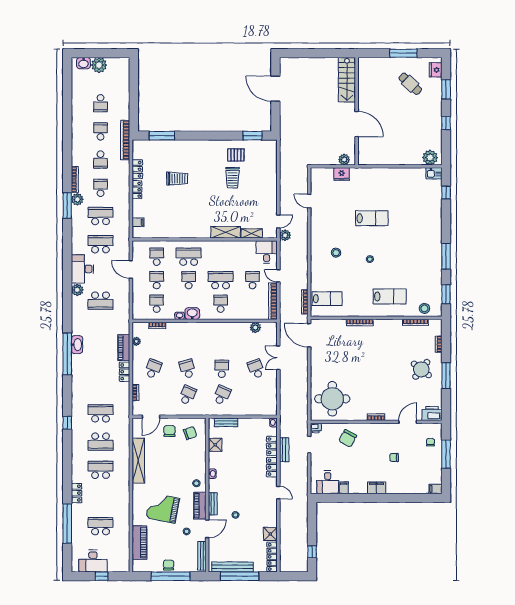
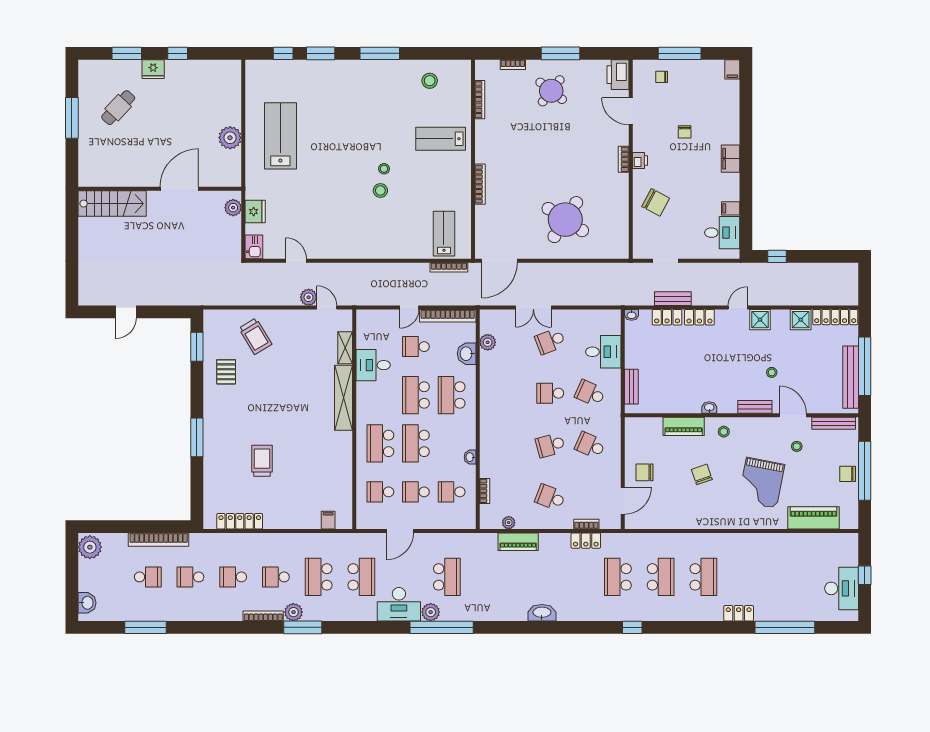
plant: (99, 65) -> (90, 547), moved
fridge: (436, 70) -> (153, 69), moved
door: (275, 89) -> (126, 312), width x0.53
window: (67, 102) -> (146, 627), added
window: (162, 136) -> (197, 437), moved
bookcase: (125, 140) -> (159, 540), moved
plant: (430, 158) -> (230, 138), moved
school desk: (101, 160) -> (233, 577), turned 180
locker: (137, 169) -> (240, 521), width x1.53
kitchen sink: (434, 173) -> (254, 247), moved
trolley: (232, 178) -> (255, 336), moved, turned 59
locker: (137, 190) -> (279, 522), removed
door: (309, 201) -> (296, 261), swing flipped
lab bench: (372, 218) -> (280, 136), moved, width x1.36, depth x1.39
shelving: (226, 232) -> (343, 398), width x1.47
plant: (285, 235) -> (309, 297), moved
school desk: (101, 244) -> (361, 577), turned 180
desk: (267, 252) -> (373, 365), moved
stool: (336, 253) -> (380, 191), moved
school desk: (189, 280) -> (416, 443), width x1.85
window: (446, 294) -> (321, 53), moved
lab bench: (390, 296) -> (441, 139), turned -90
school desk: (221, 304) -> (452, 395), width x1.85
stool: (424, 308) -> (430, 81), moved
washbasin: (192, 314) -> (467, 354), moved
washbasin: (77, 345) -> (542, 613), moved
window: (67, 354) -> (442, 627), moved
locker: (125, 372) -> (586, 541), moved
round table: (332, 399) -> (565, 220), moved, turned 33
desk: (249, 404) -> (603, 352), added
door: (151, 417) -> (623, 501), hinge flipped
printer: (316, 428) -> (640, 161), moved
chair: (190, 433) -> (702, 474), moved
shower: (215, 445) -> (760, 320), moved
shelving: (138, 461) -> (689, 520), removed
school desk: (101, 470) -> (703, 577), turned 180
piano: (200, 506) -> (684, 426), moved
school desk: (101, 526) -> (789, 577), removed
window: (312, 552) -> (777, 256), moved

